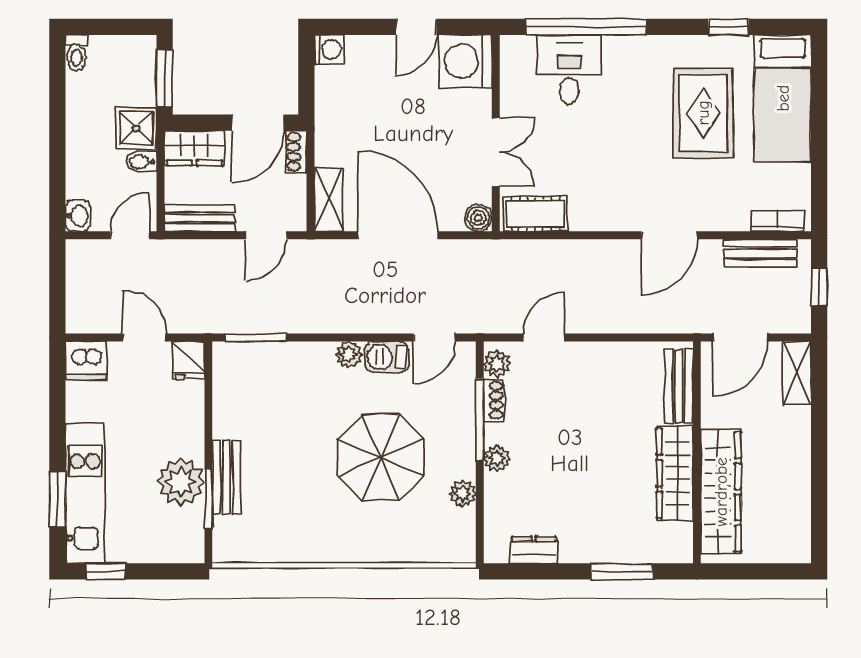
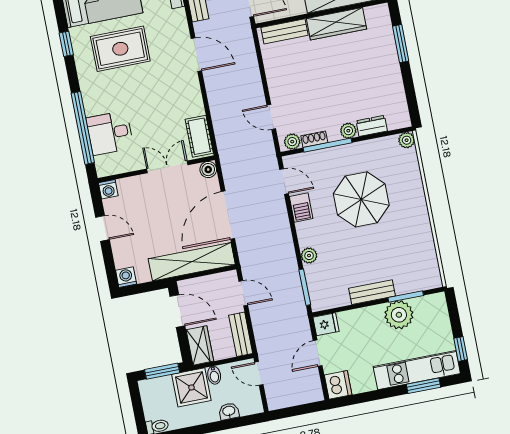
washing machine: (466, 61) -> (108, 189), width x0.53, depth x0.53
shower: (136, 128) -> (191, 387), width x1.36, depth x1.36
shoe rack: (296, 152) -> (190, 285), removed
shelving: (329, 200) -> (192, 262), width x2.20, depth x1.33
washbasin: (78, 216) -> (229, 411), moved
plant: (349, 355) -> (309, 256), moved
bench: (226, 477) -> (372, 292), moved
plant: (463, 494) -> (407, 140), moved
dresser: (534, 550) -> (372, 126), moved, turned 90

